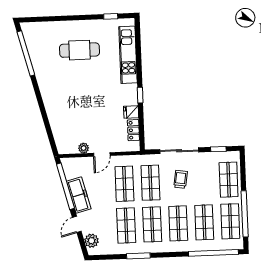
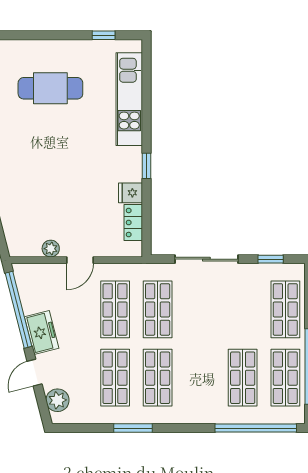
trolley: (181, 179) -> (207, 306), removed
freezer: (79, 195) -> (42, 332), width x0.71
shop shelf: (178, 223) -> (200, 378), removed

